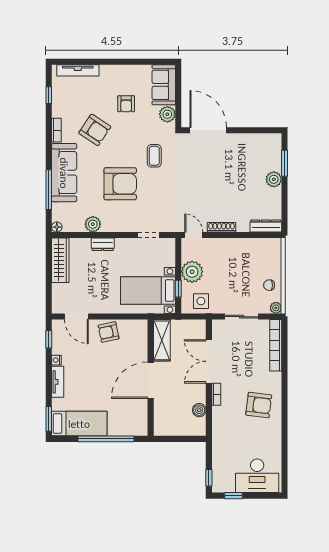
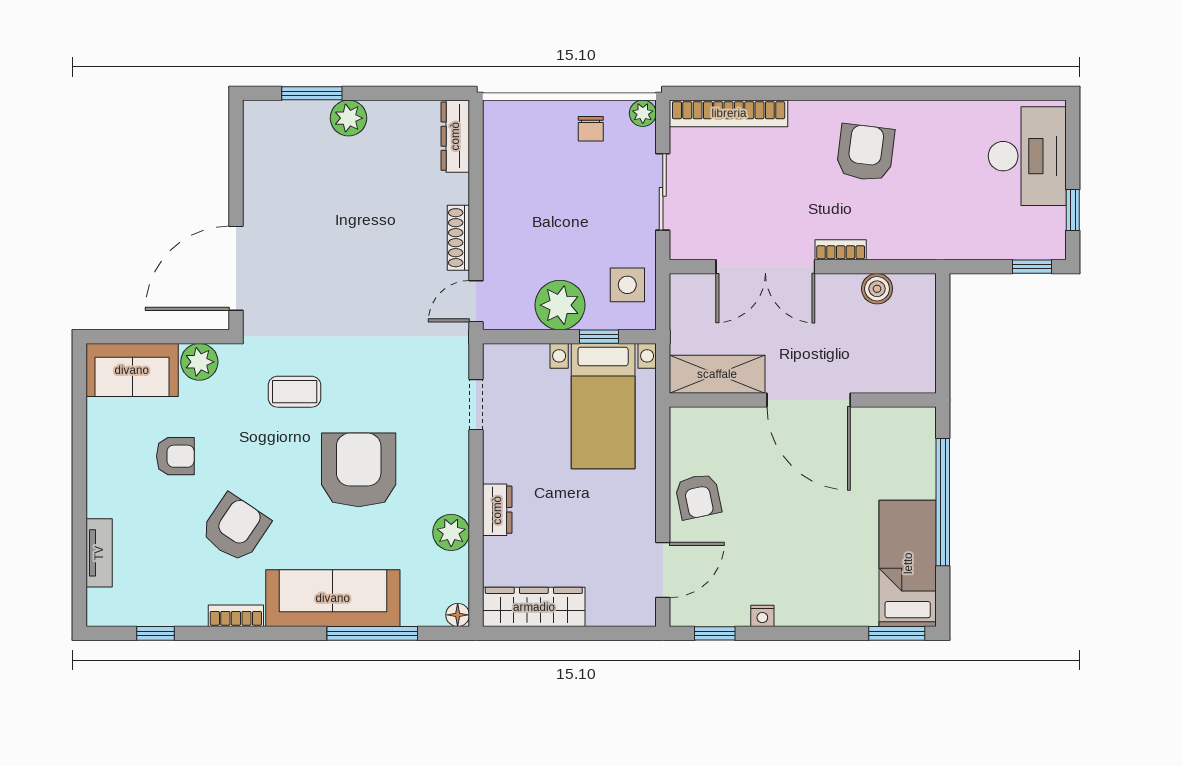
tv unit: (78, 70) -> (99, 553), width x0.71
tv unit: (58, 382) -> (812, 613), removed

